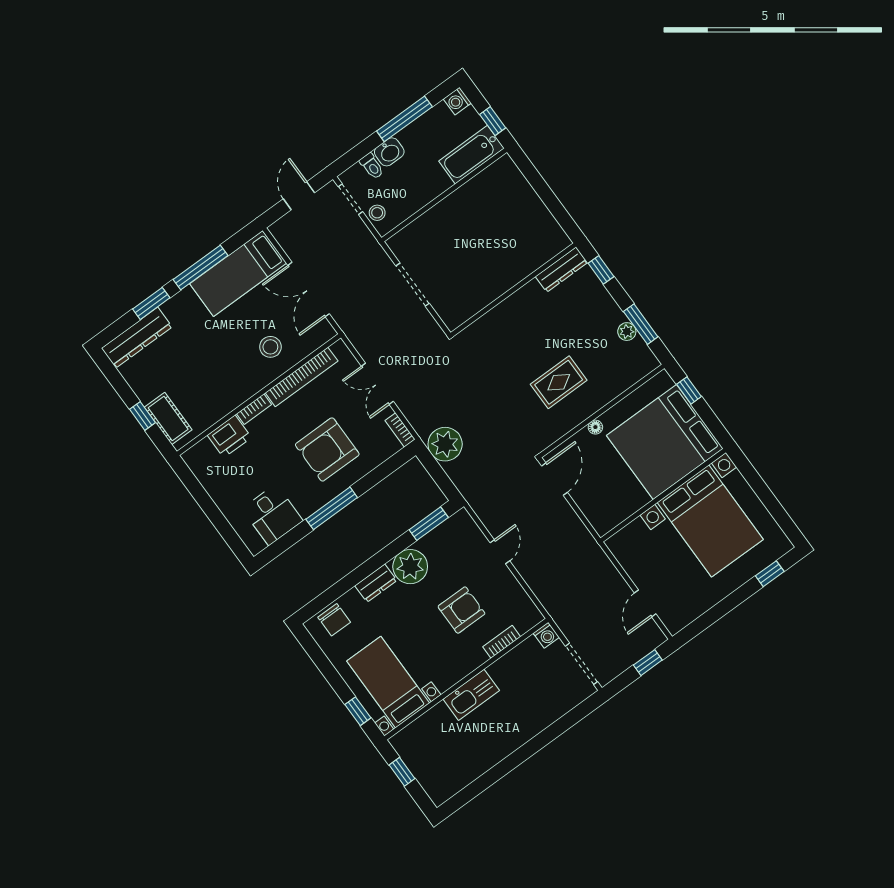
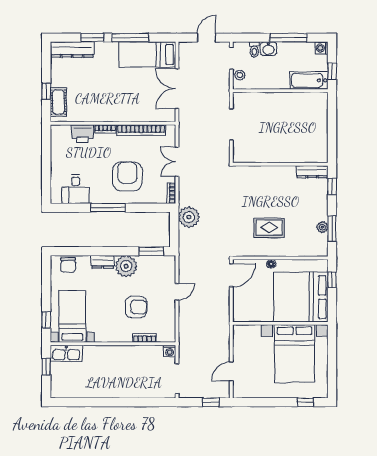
stool: (270, 347) -> (136, 104), removed
armchair: (327, 449) -> (127, 176), turned 90
kitchen sink: (471, 695) -> (66, 353), moved

